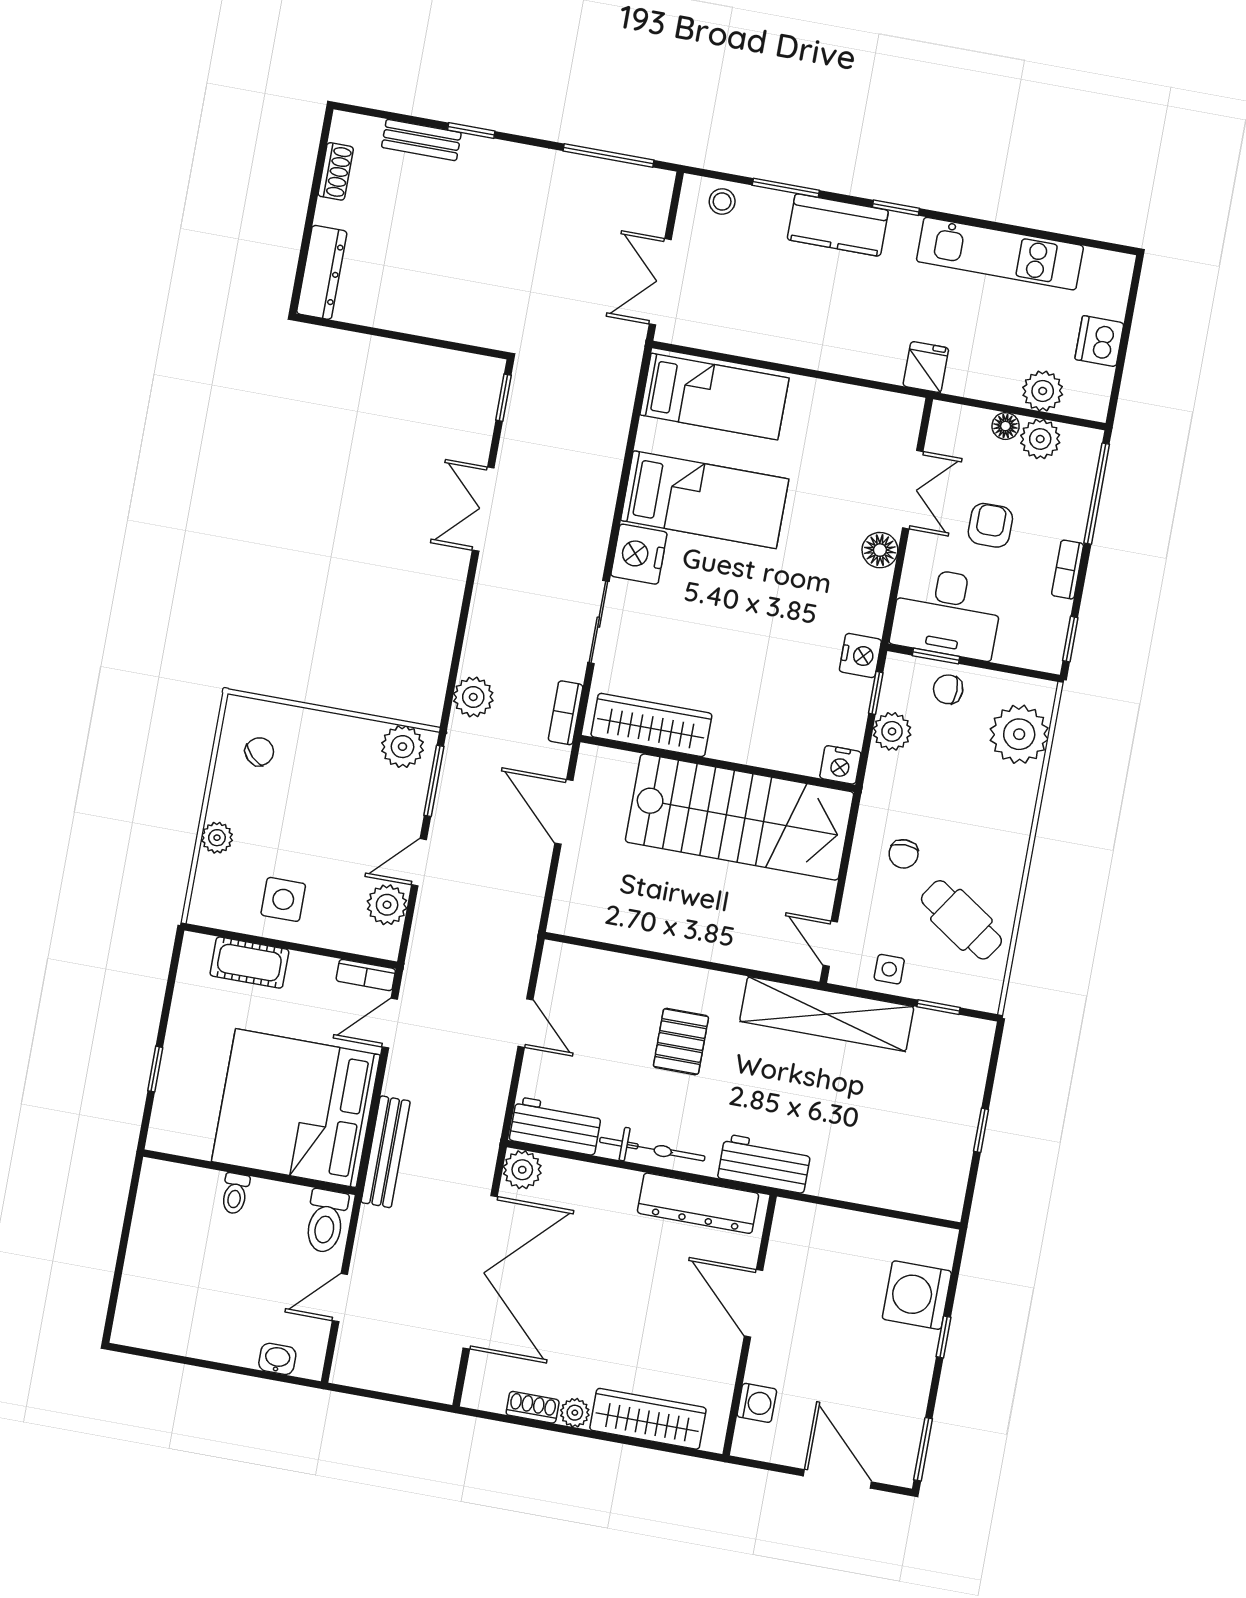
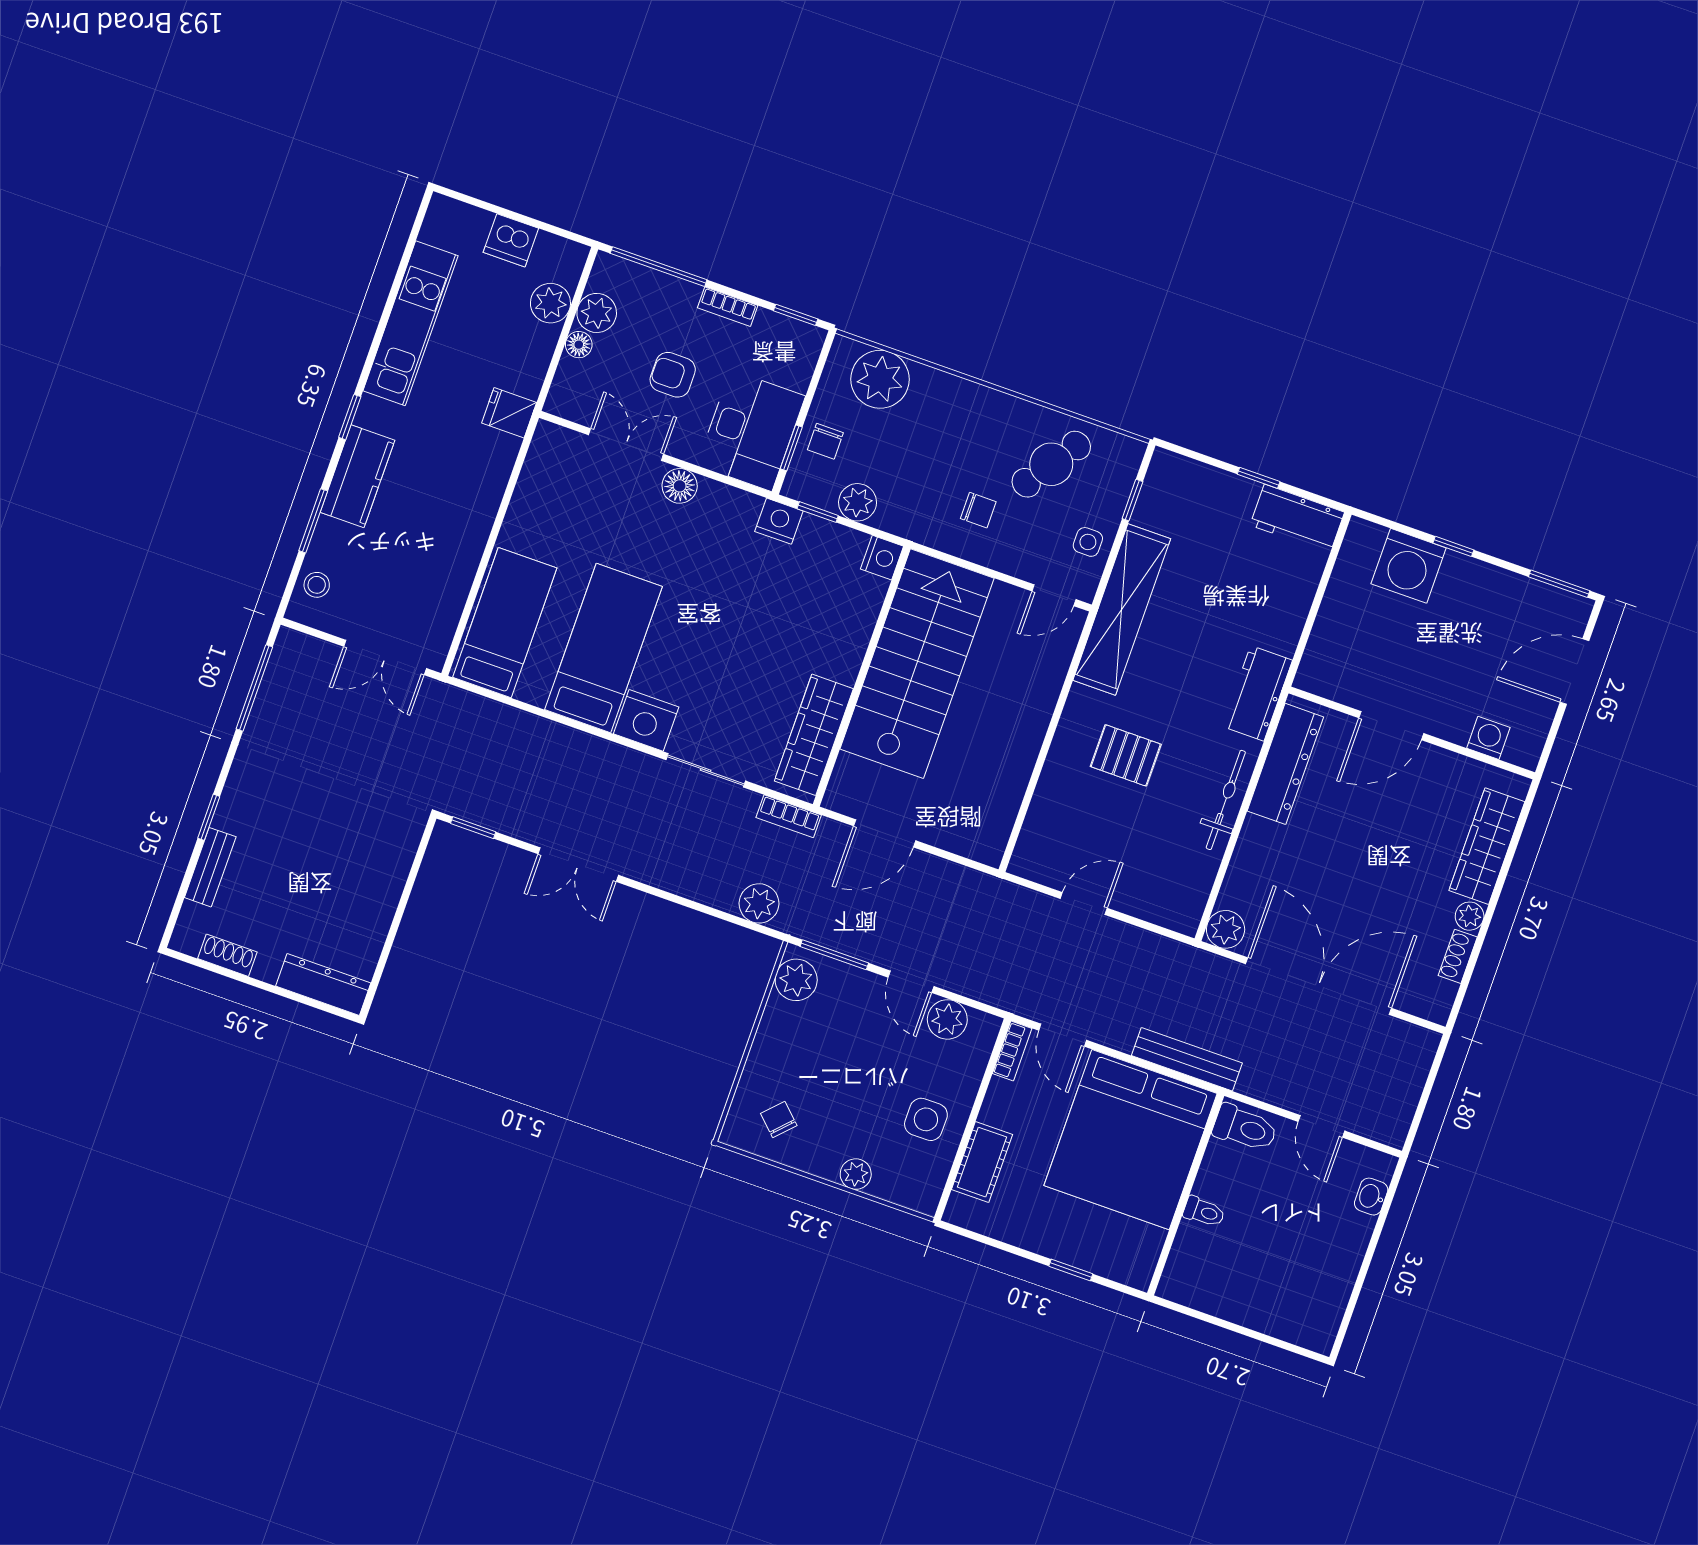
workbench: (556, 1126) -> (1297, 519), moved, turned -90

